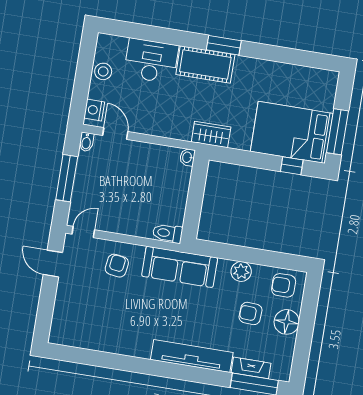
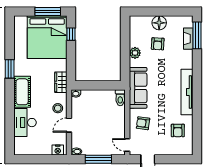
window: (224, 45) -> (10, 69), moved
stool: (103, 71) -> (58, 108), moved
bed: (292, 132) -> (47, 37), width x1.36
door: (115, 133) -> (69, 125), moved
armchair: (284, 285) -> (178, 130), moved
tv unit: (192, 356) -> (187, 92), moved

